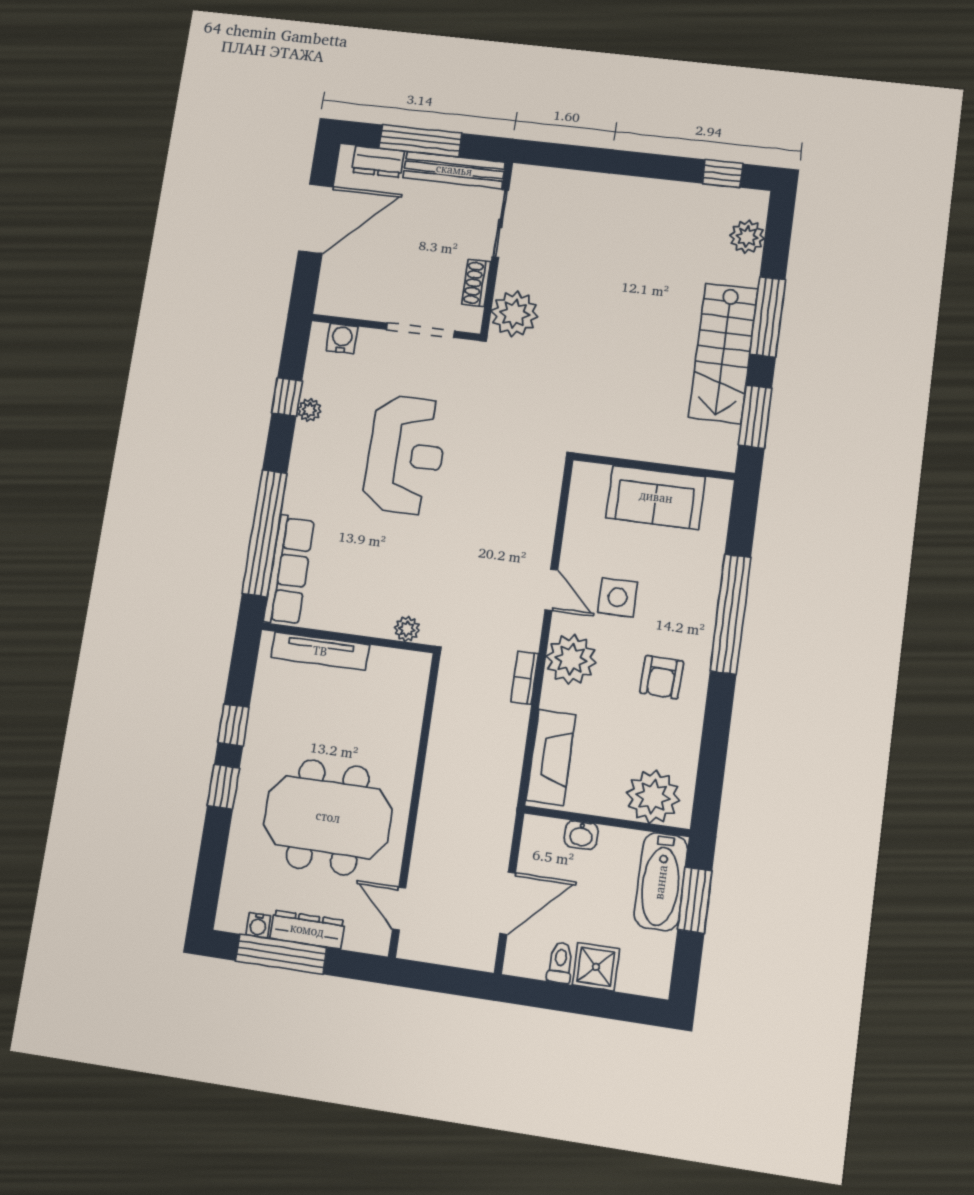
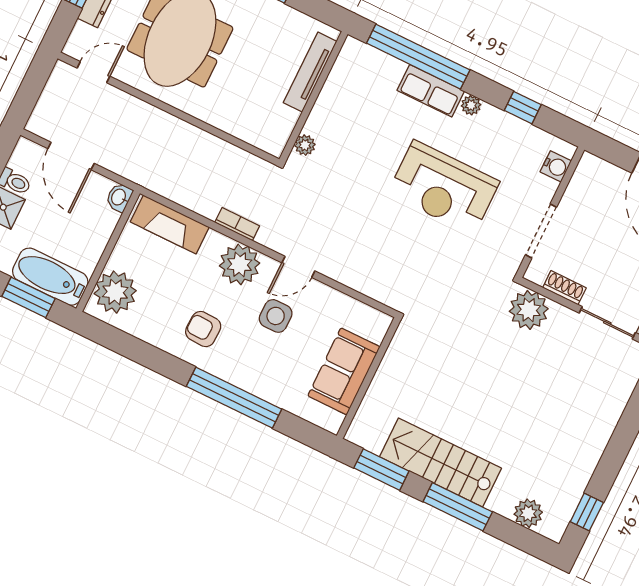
plant: (309, 410) -> (471, 105), moved
row of seats: (289, 570) -> (431, 91), moved, width x0.68
washbasin: (581, 835) -> (119, 197), moved

